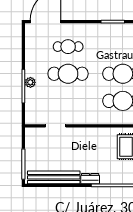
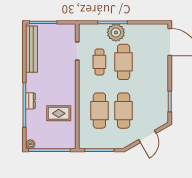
cafe table: (68, 47) -> (99, 62), moved
plant: (30, 82) -> (116, 32), width x1.87, depth x1.87
dresser: (90, 179) -> (30, 101), moved

